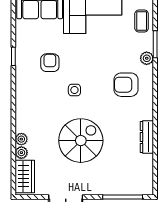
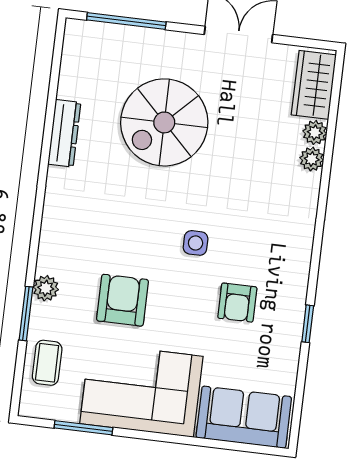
armchair: (126, 85) -> (122, 300), moved, turned -90
spiral stairs: (81, 141) -> (164, 122), moved

